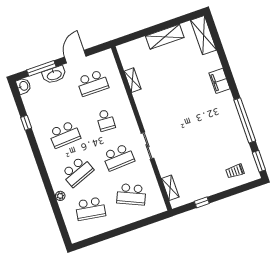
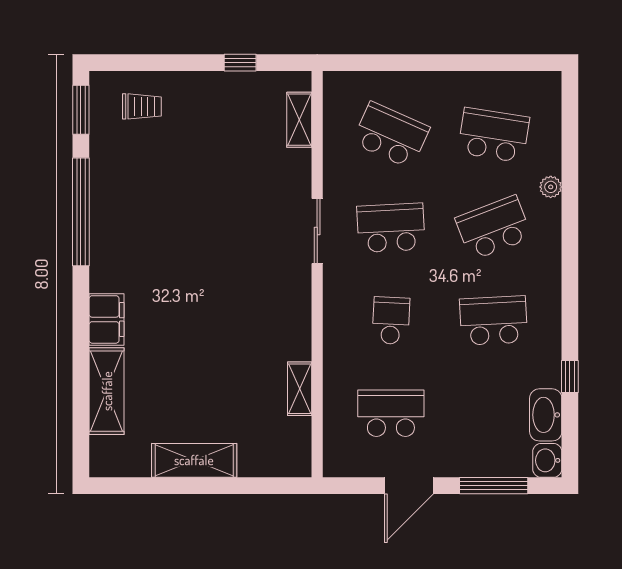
shelving: (204, 35) -> (107, 391), moved
washbasin: (54, 75) -> (546, 415), moved, turned -90

